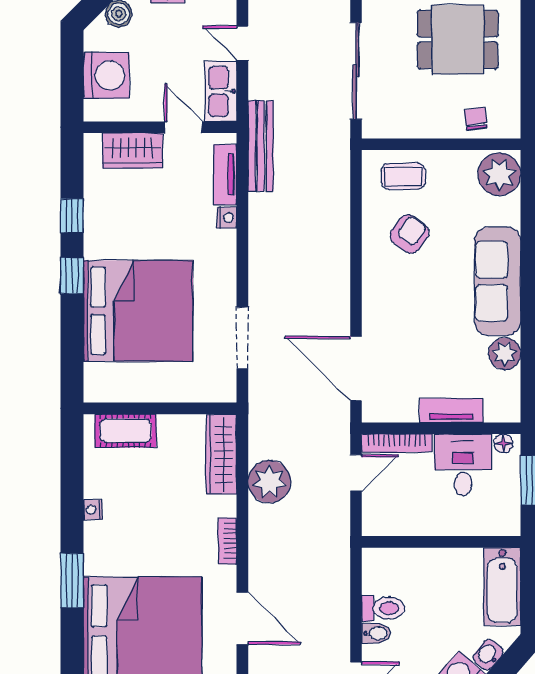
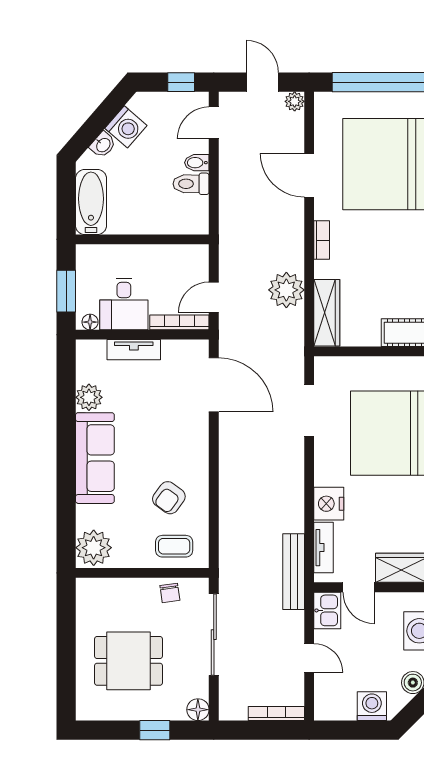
kitchen sink: (221, 91) -> (327, 610), width x0.73
chair: (476, 119) -> (170, 593), moved
nightstand: (227, 218) -> (329, 504), width x1.89, depth x1.79

